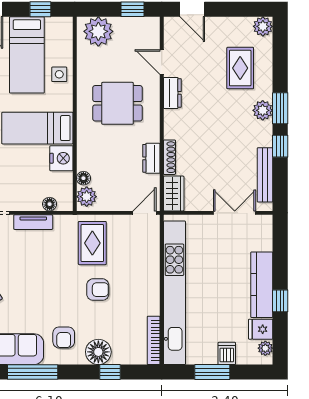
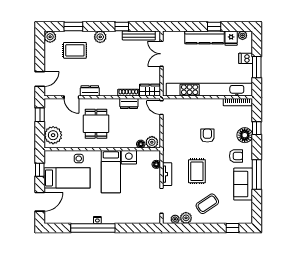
door: (162, 62) -> (71, 97), hinge flipped
window: (280, 108) -> (73, 26), moved
rug: (92, 243) -> (197, 171), moved, turned 90

